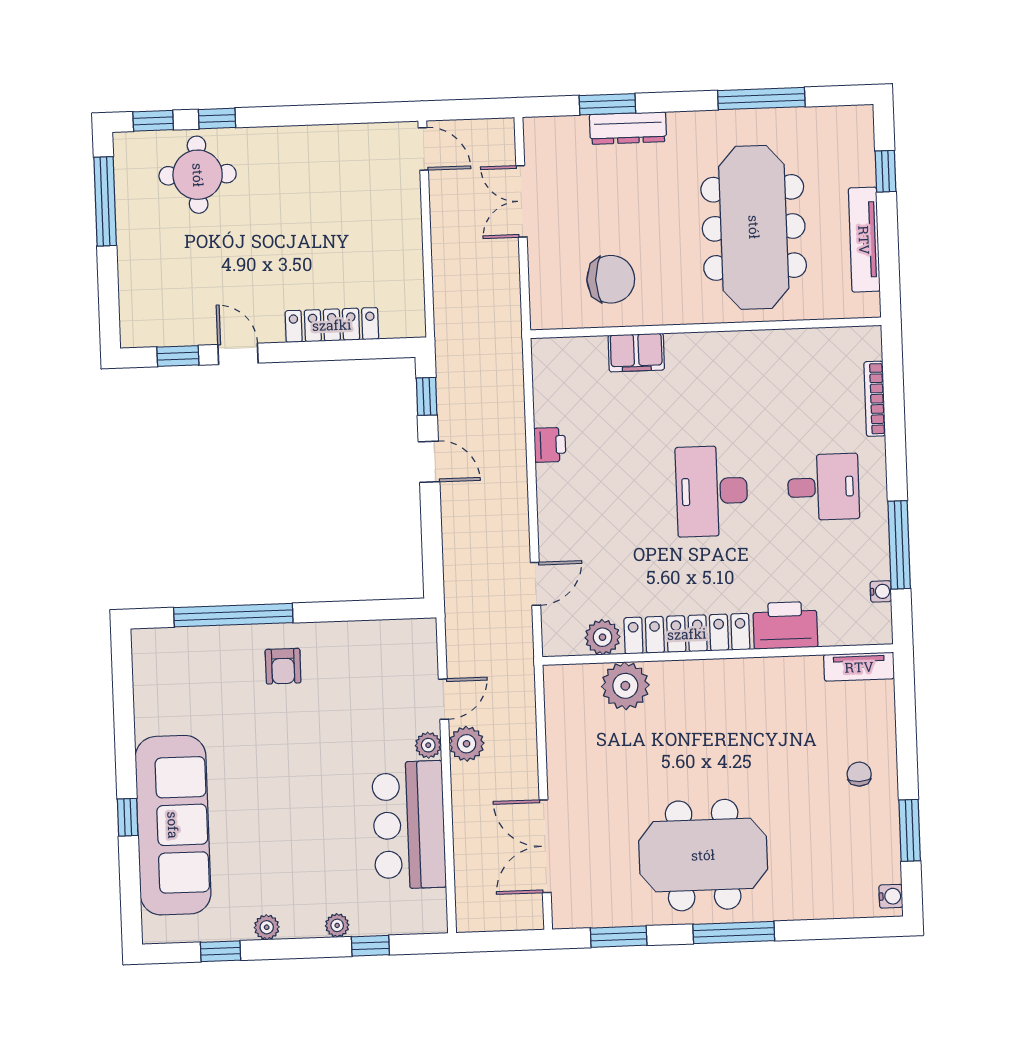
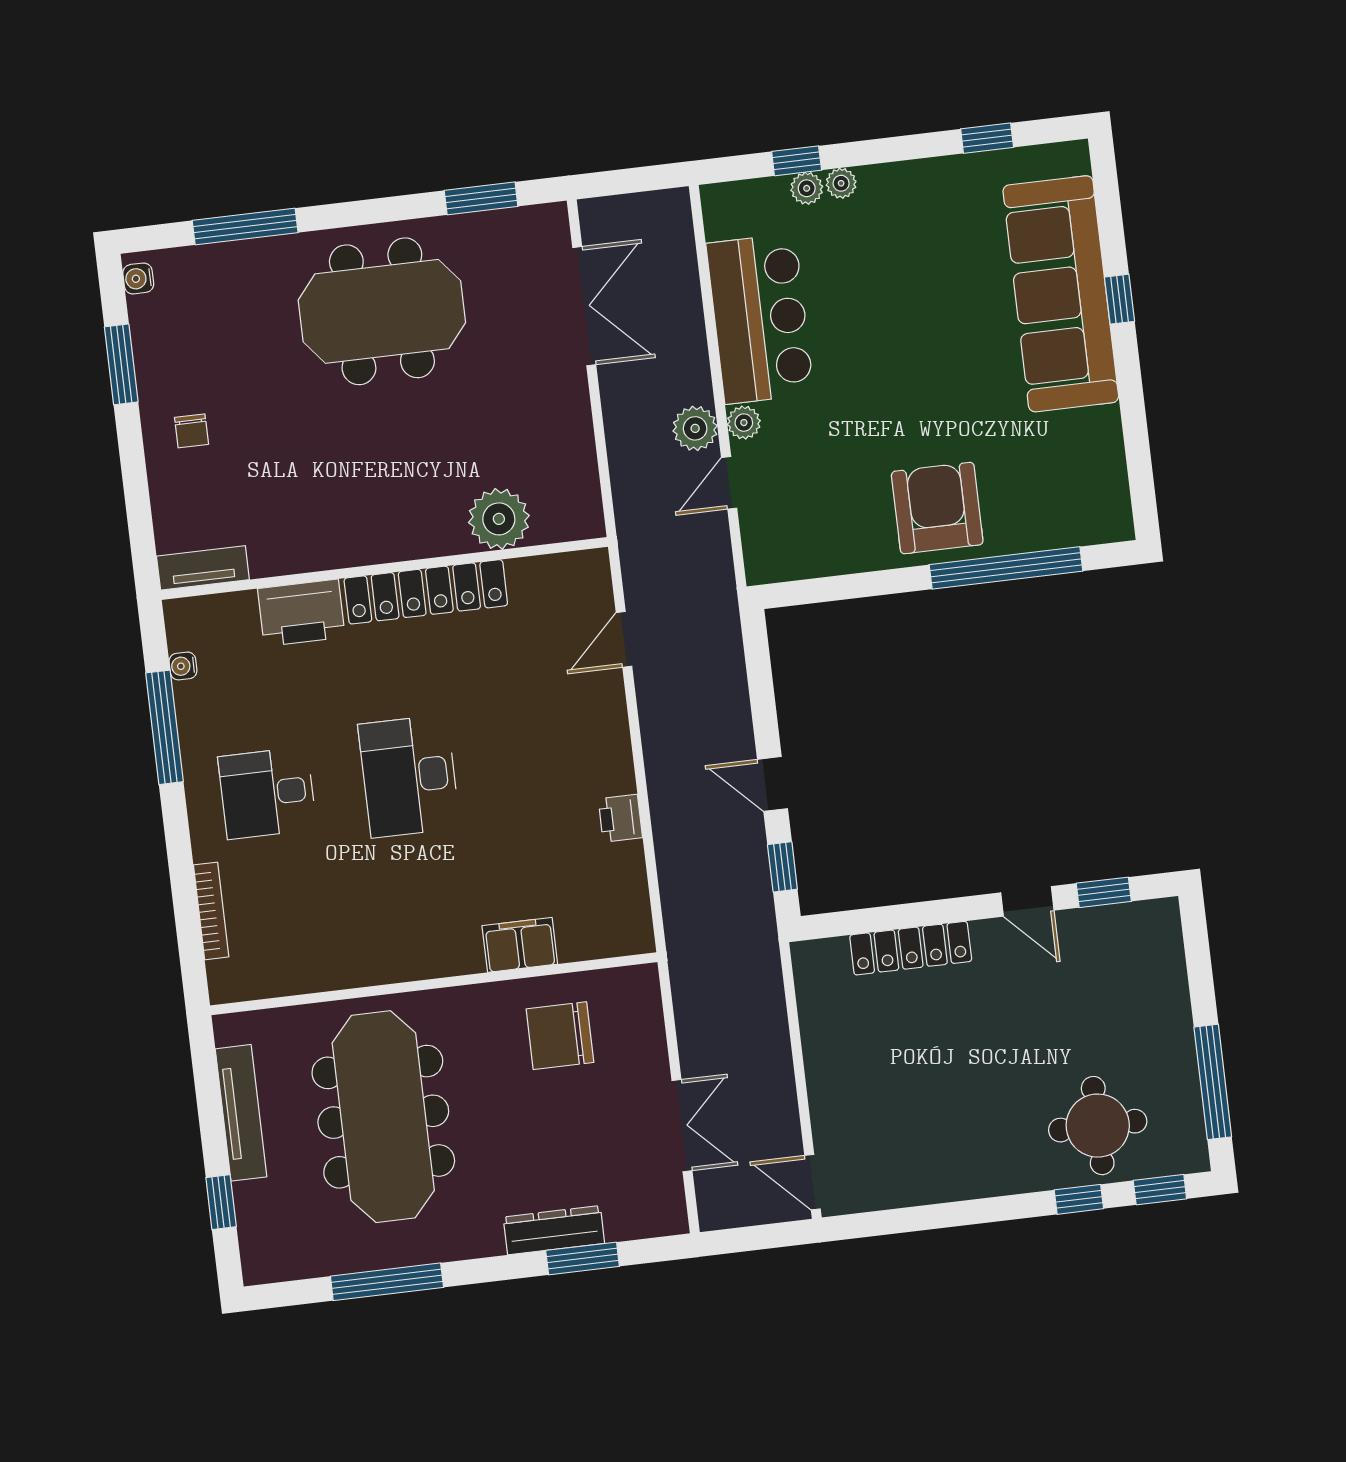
desk: (712, 491) -> (409, 776), turned 180
plant: (603, 637) -> (533, 578), removed
armchair: (283, 666) -> (937, 508), width x1.88, depth x1.88
plant: (267, 927) -> (807, 188), moved
window: (734, 932) -> (245, 227), moved

